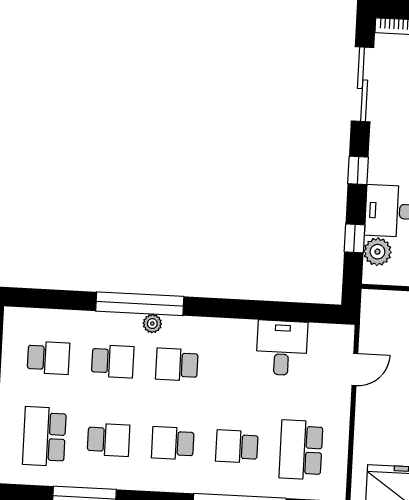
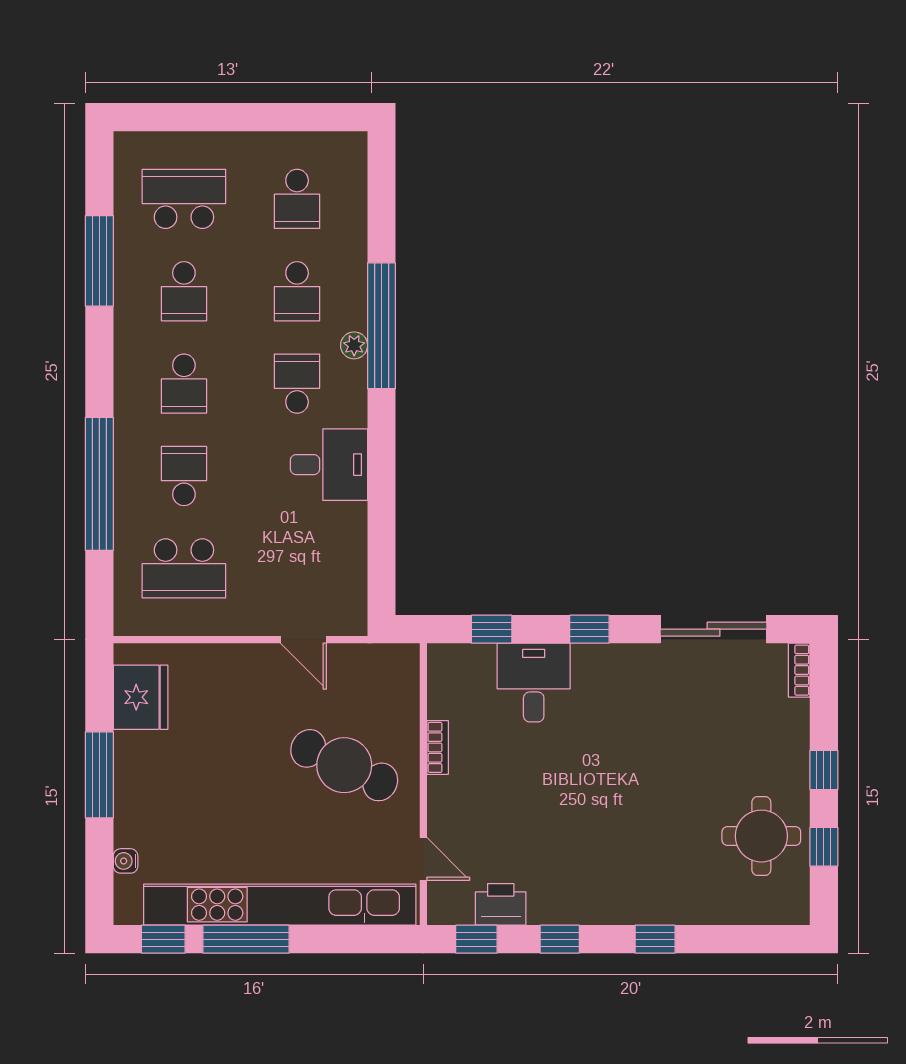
plant: (377, 252) -> (474, 663), removed
desk: (282, 348) -> (329, 465), moved
school desk: (173, 443) -> (184, 384), turned 180
school desk: (301, 450) -> (184, 568), turned 180

